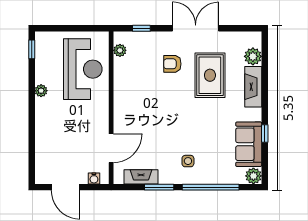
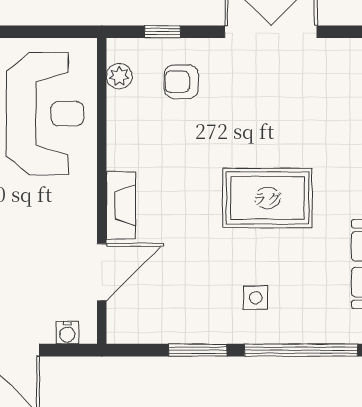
armchair: (172, 64) -> (181, 82), moved
rug: (210, 75) -> (267, 198), moved, turned 90
fireplace: (141, 177) -> (121, 205), moved, turned 90

